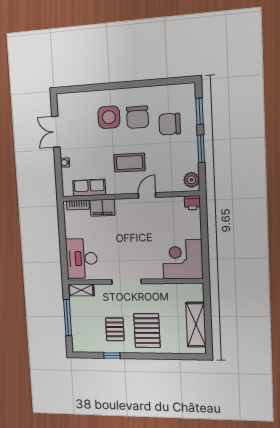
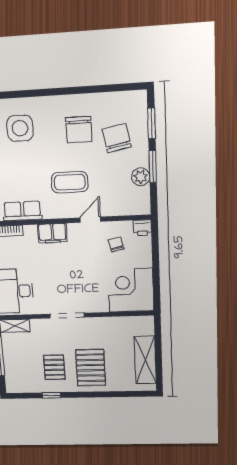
side table: (109, 117) -> (20, 128), moved
chair: (170, 124) -> (117, 138), turned 79
plant: (191, 180) -> (141, 177), moved
filing cabinet: (102, 208) -> (52, 233), moved
chair: (169, 218) -> (116, 244), added

